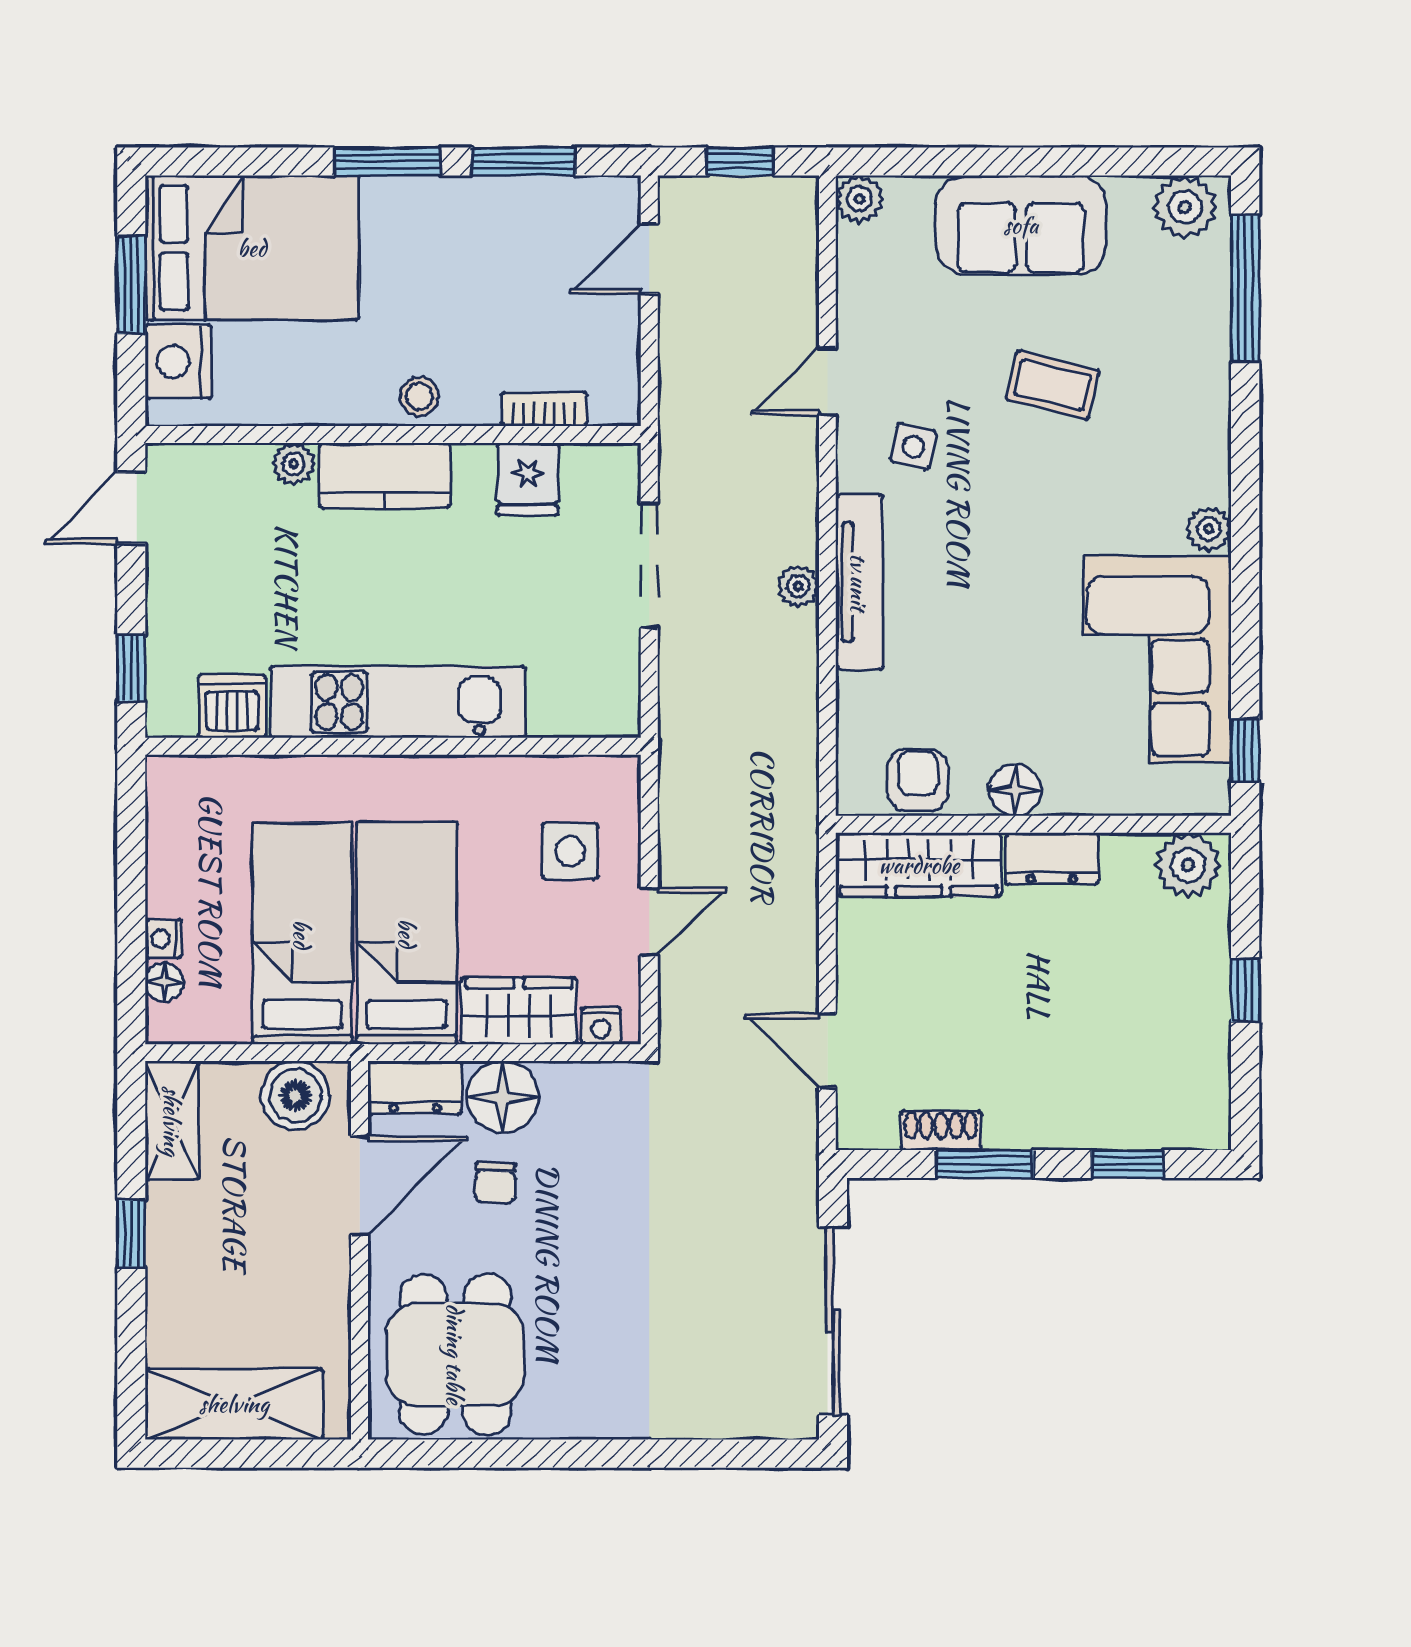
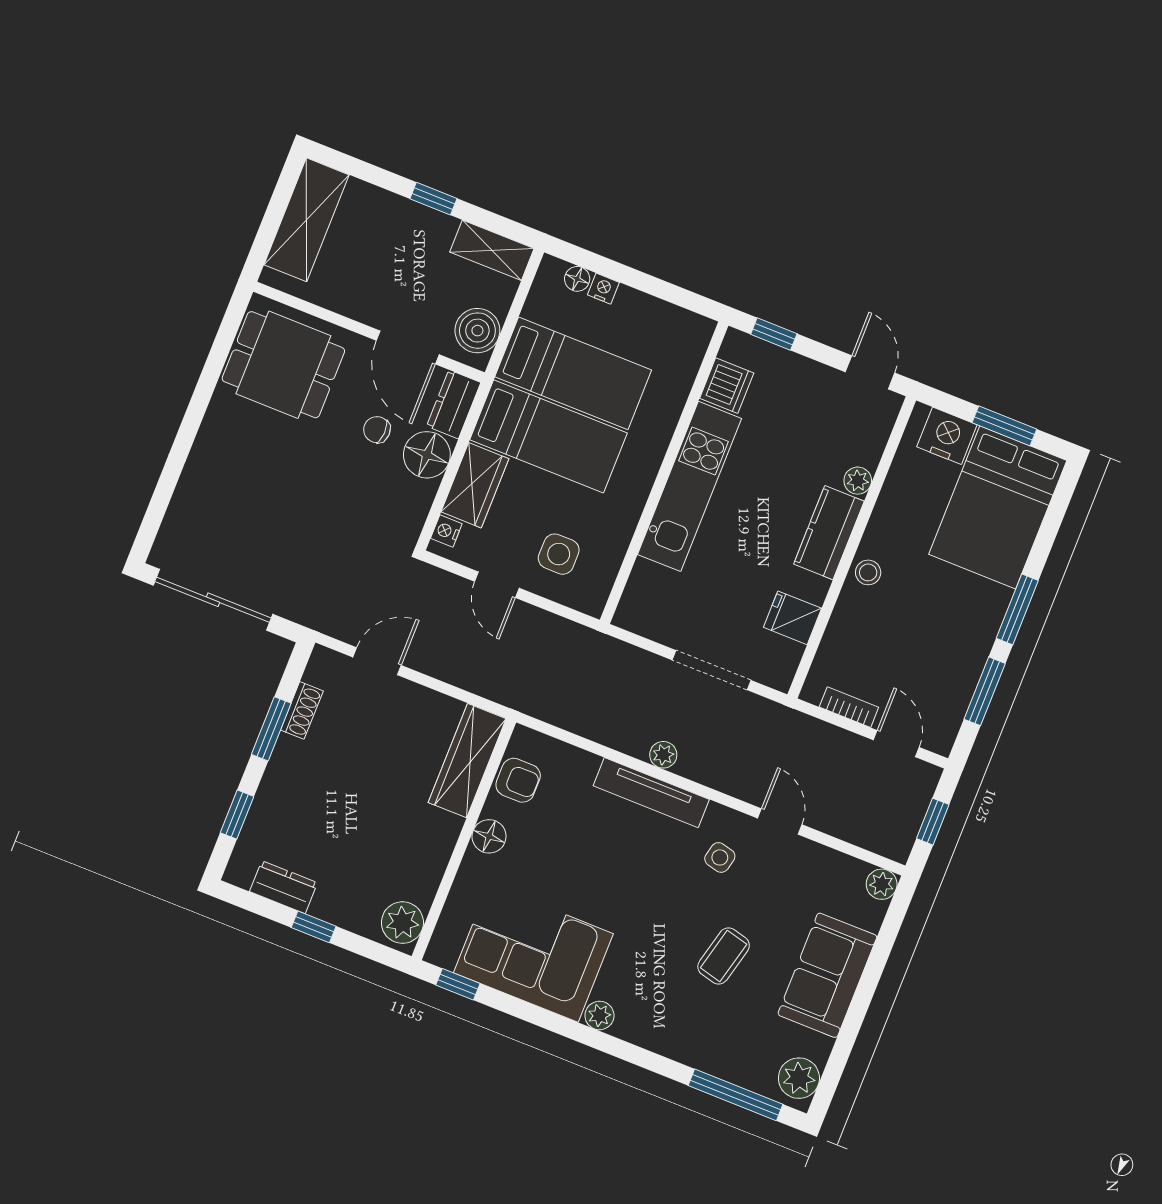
bookcase: (544, 409) -> (849, 707), moved, turned -90
dresser: (1052, 859) -> (283, 887), moved, turned 90

